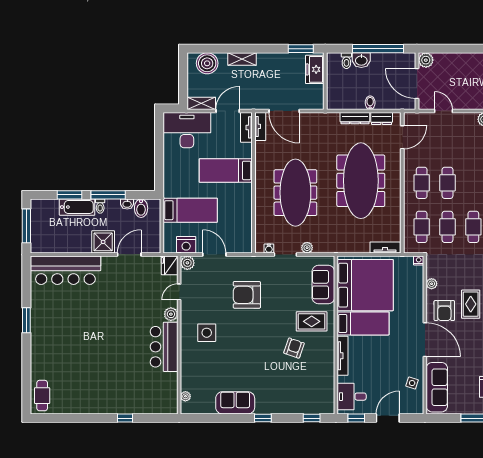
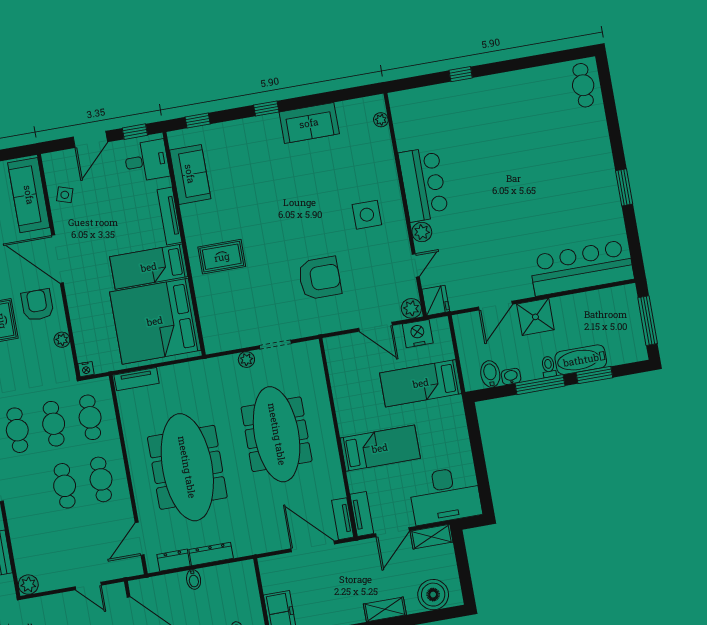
water cooler: (269, 249) -> (300, 349), removed
sofa: (323, 285) -> (190, 174), moved
armchair: (294, 348) -> (240, 215), removed

